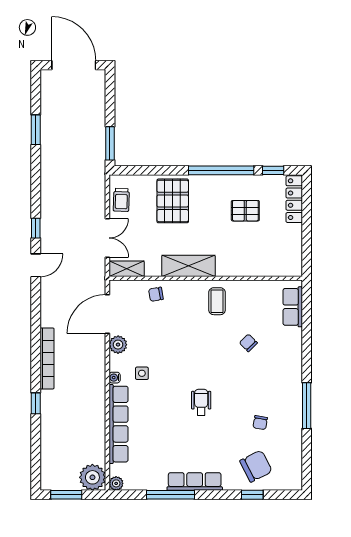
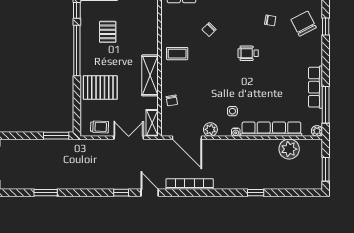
bookcase: (47, 358) -> (190, 184), moved
wheelchair: (201, 402) -> (248, 53), moved
plant: (92, 477) -> (289, 149), moved
row of seats: (195, 482) -> (315, 87), moved
window: (170, 495) -> (326, 105), moved

